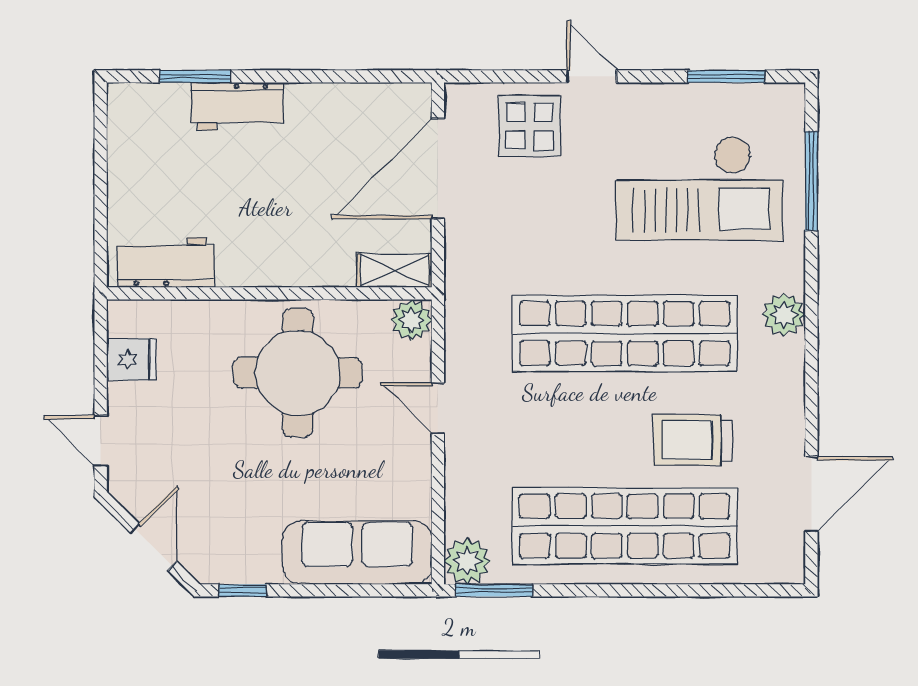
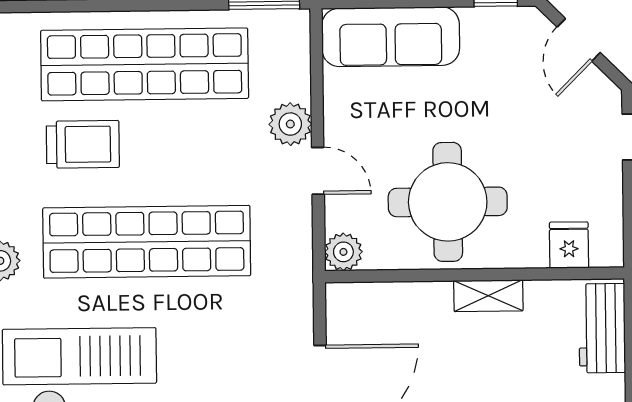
workbench: (166, 262) -> (602, 328), moved, turned 90
shelving: (394, 270) -> (488, 296), moved
fridge: (132, 359) -> (569, 245), moved, turned 90
plant: (467, 561) -> (290, 124), moved

